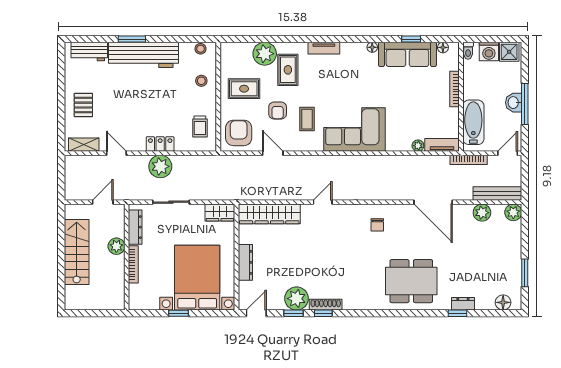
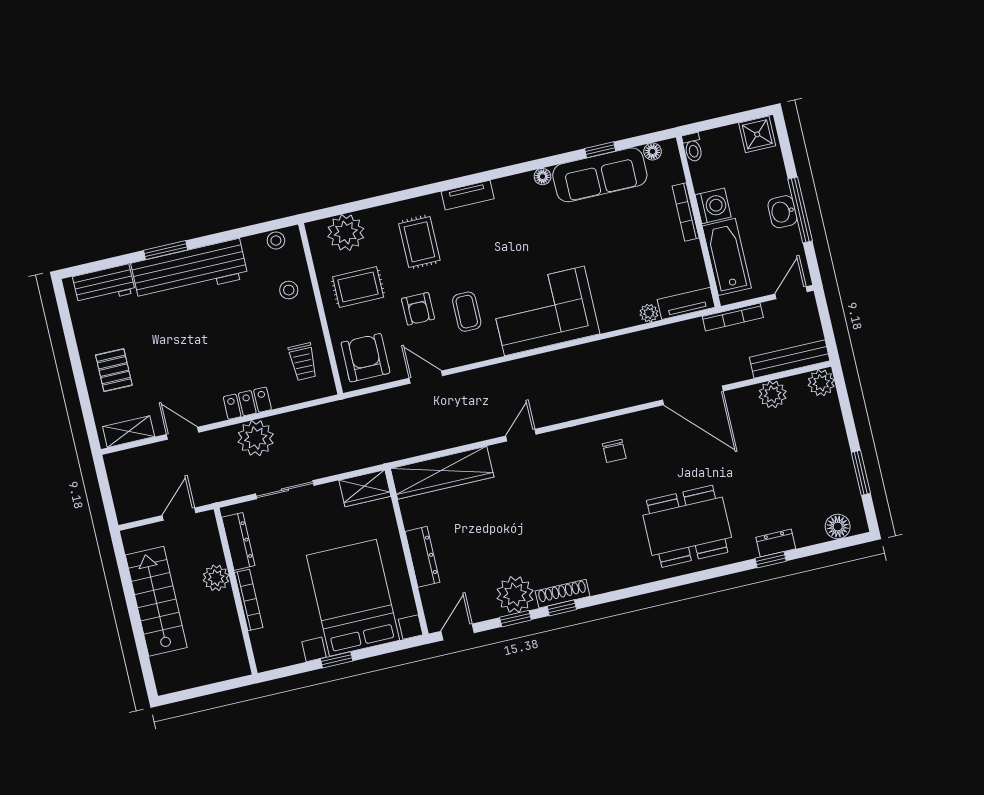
washing machine: (489, 51) -> (713, 206), moved, turned -90
plant: (265, 54) -> (346, 232), moved

